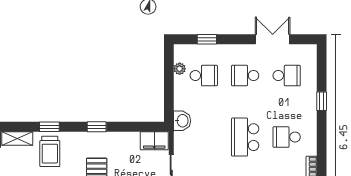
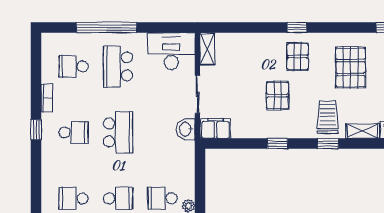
window: (322, 101) -> (36, 130), moved
washbasin: (182, 121) -> (186, 129), moved

